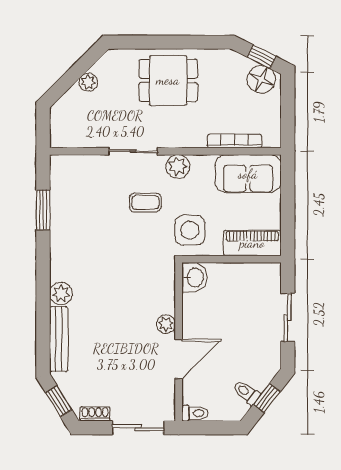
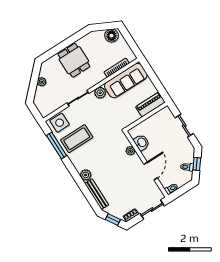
window: (262, 57) -> (106, 26), removed
dining table: (168, 80) -> (74, 60), turned 90
sofa: (248, 174) -> (126, 80), width x1.36
coffee table: (145, 202) -> (77, 139), moved, width x1.86, depth x1.72
window: (43, 210) -> (57, 146), width x1.44
side table: (190, 230) -> (60, 123), moved
washbasin: (195, 277) -> (142, 143), moved
plant: (166, 324) -> (130, 151), moved

